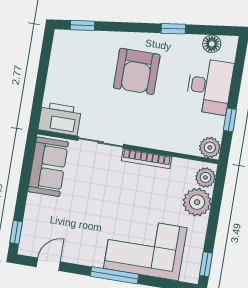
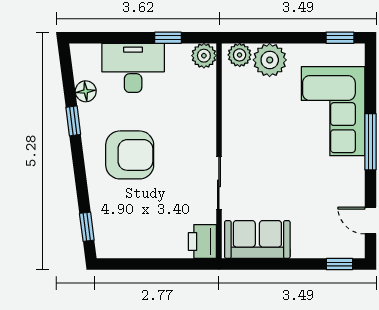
floor lamp: (212, 44) -> (86, 91), moved
printer: (60, 119) -> (202, 241), width x0.73, depth x0.84
bookcase: (147, 159) -> (229, 127), removed

